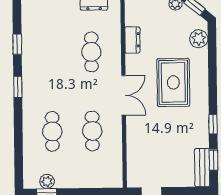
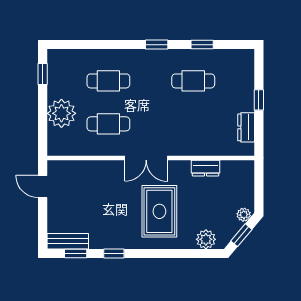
cafe table: (91, 52) -> (193, 81), moved
rug: (173, 82) -> (159, 211), turned 90
plant: (47, 181) -> (61, 113), moved, width x1.88, depth x1.88

